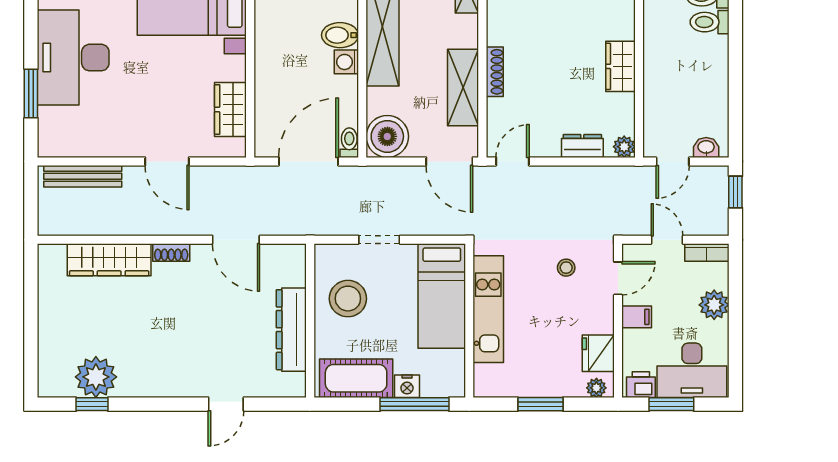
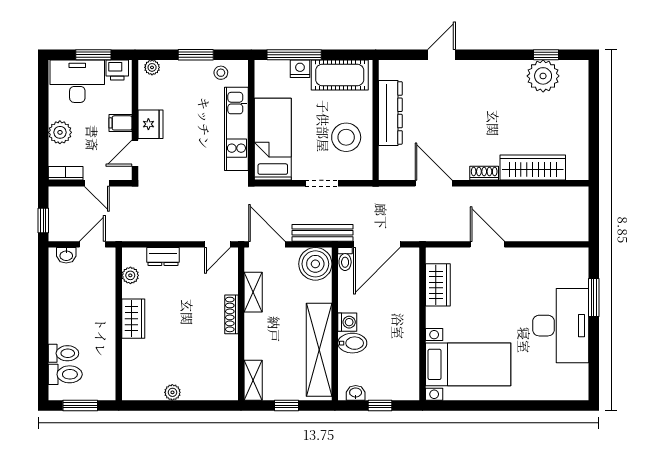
shelving: (463, 88) -> (253, 292), width x0.67, depth x0.75
plant: (624, 147) -> (130, 275), moved
bench: (83, 176) -> (322, 233), moved
stool: (566, 268) -> (221, 73), moved
fridge: (598, 353) -> (150, 124), moved

